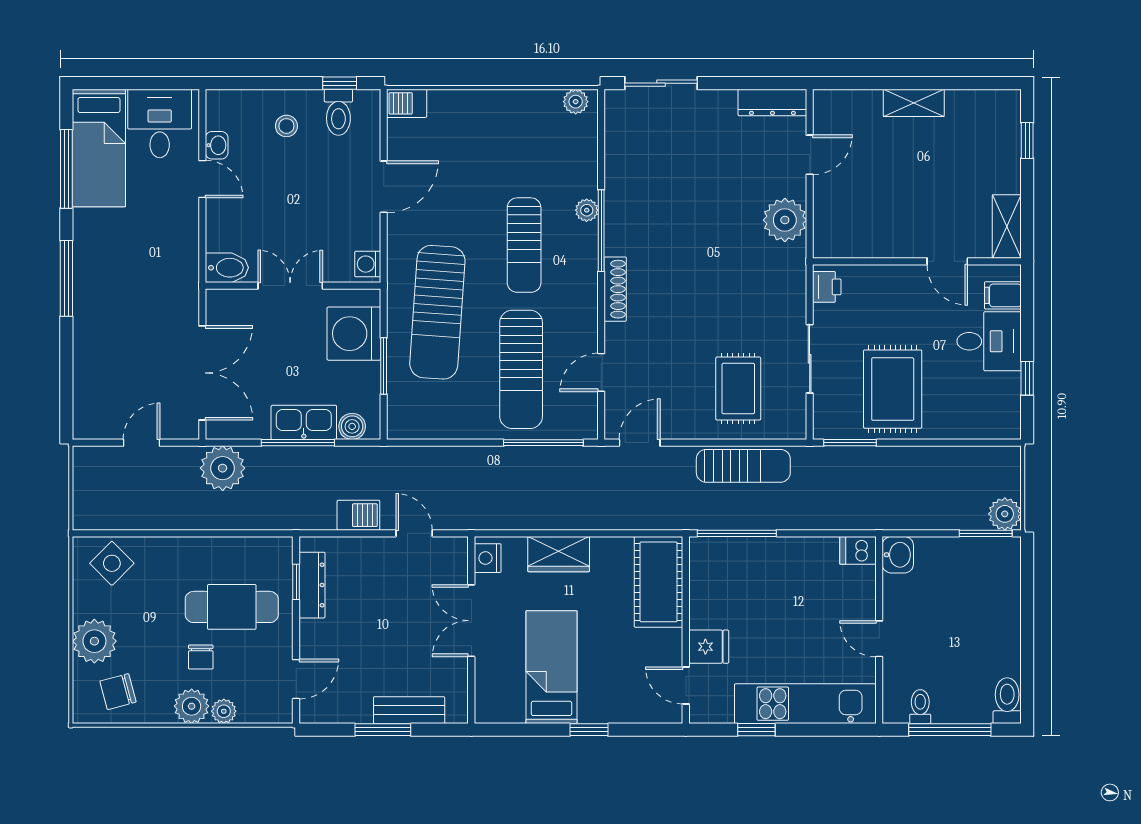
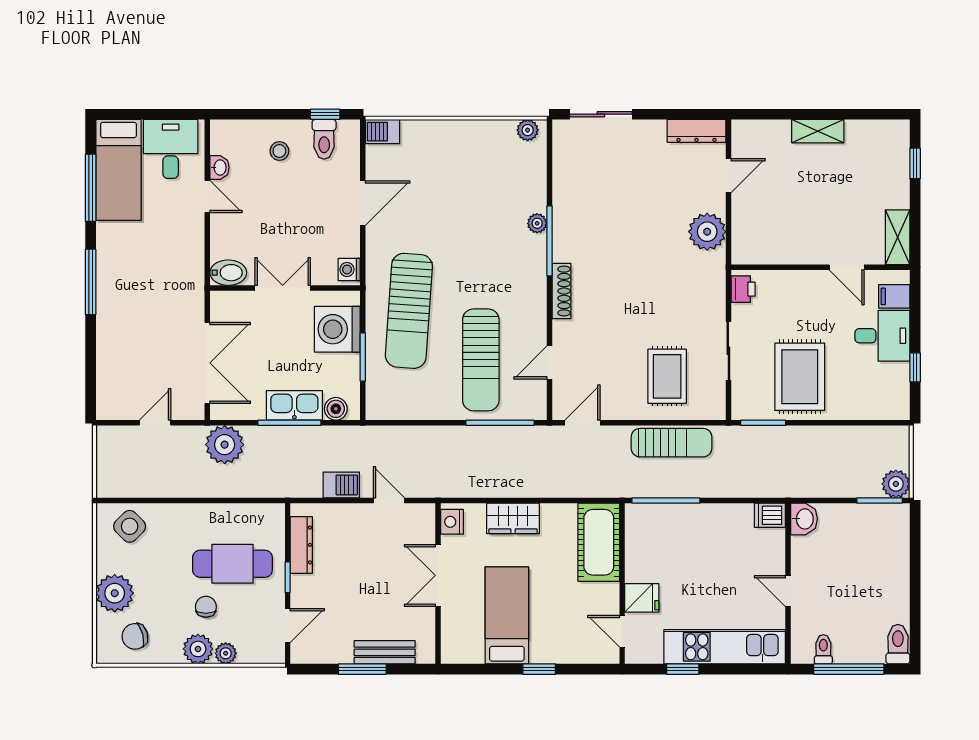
sun lounger: (524, 245) -> (483, 253), removed
window: (296, 582) -> (288, 577), moved
chair: (201, 657) -> (206, 607), turned 180

